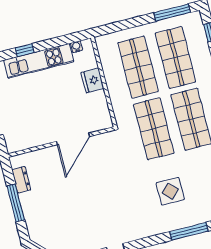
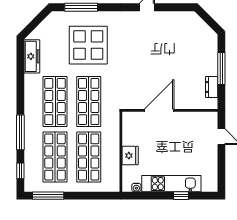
display table: (170, 191) -> (88, 45), width x1.86, depth x1.86

